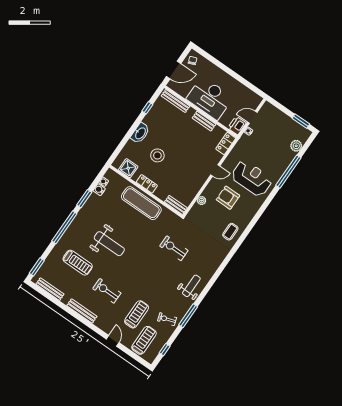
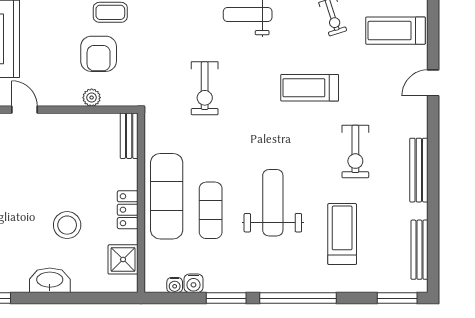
armchair: (228, 198) -> (99, 54), moved
exercise mat: (124, 217) -> (211, 210), added
treadmill: (137, 314) -> (310, 88), moved

